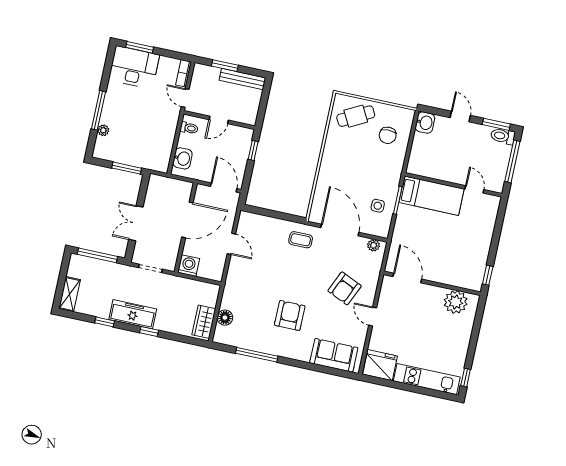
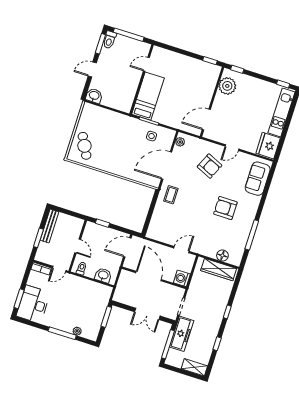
chair: (388, 135) -> (101, 124), removed
door: (231, 244) -> (181, 250), moved
window: (479, 313) -> (237, 69), added
freezer: (133, 314) -> (182, 334), moved, turned 180
wardrobe: (204, 322) -> (219, 270), width x1.50

